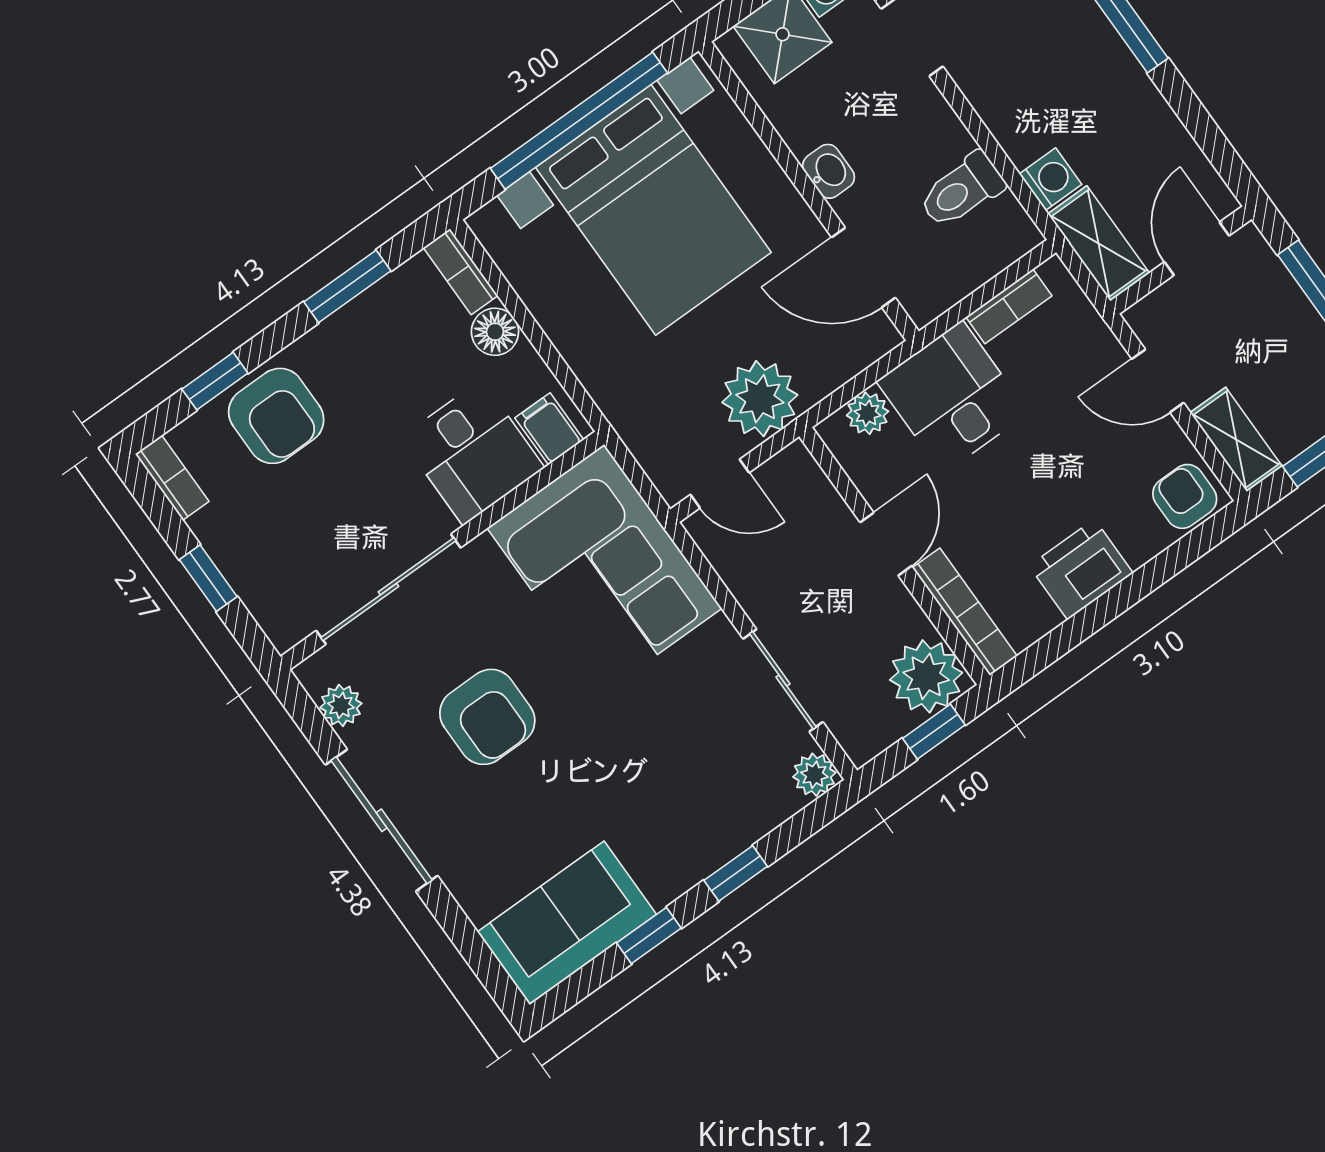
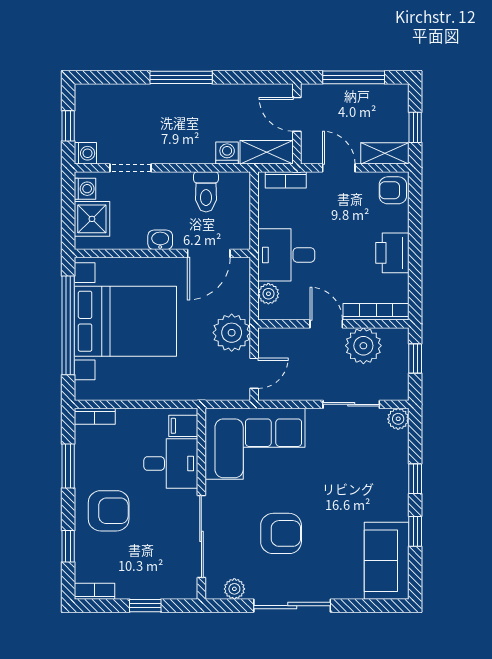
bookcase: (1009, 306) -> (286, 180), moved, turned 90
floor lamp: (495, 332) -> (129, 420), removed
door: (1158, 381) -> (339, 168), swing flipped
armchair: (276, 416) -> (109, 511), moved
plant: (926, 676) -> (363, 346), moved

